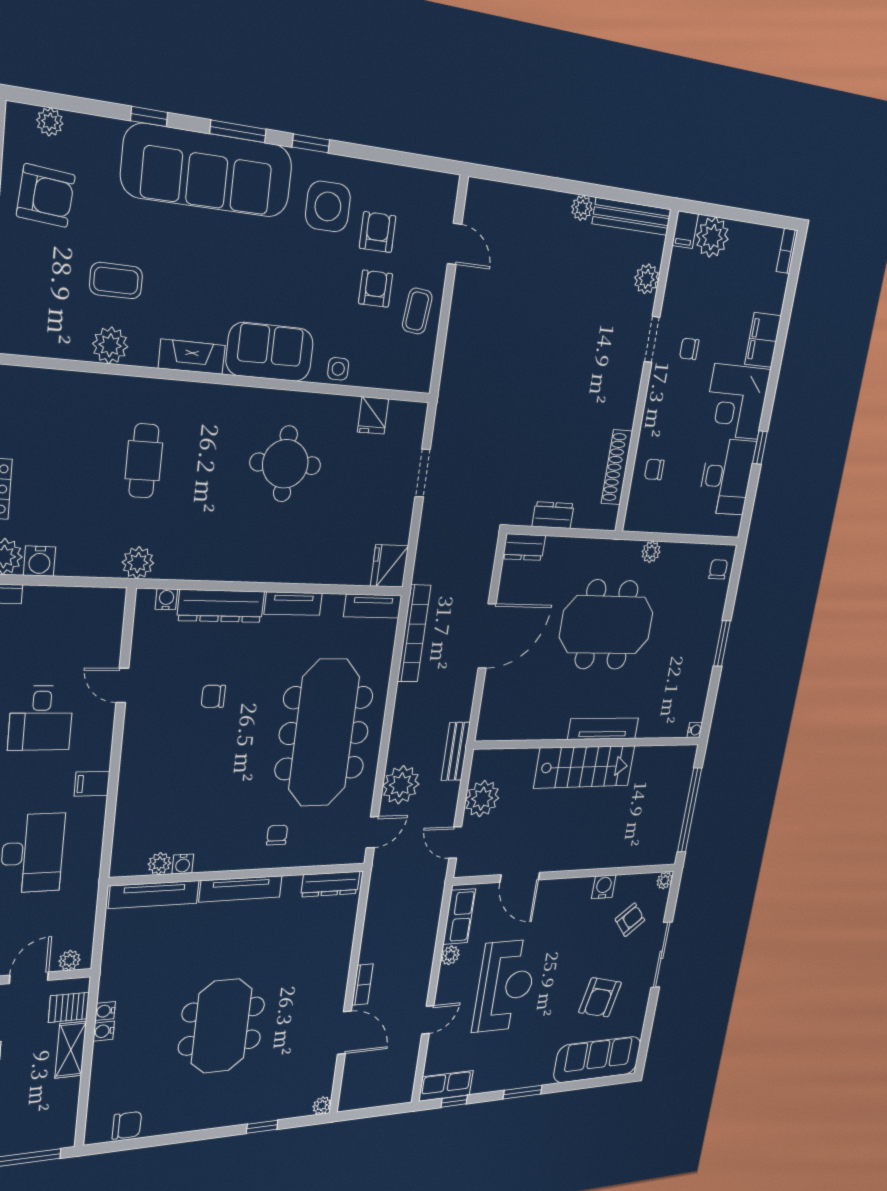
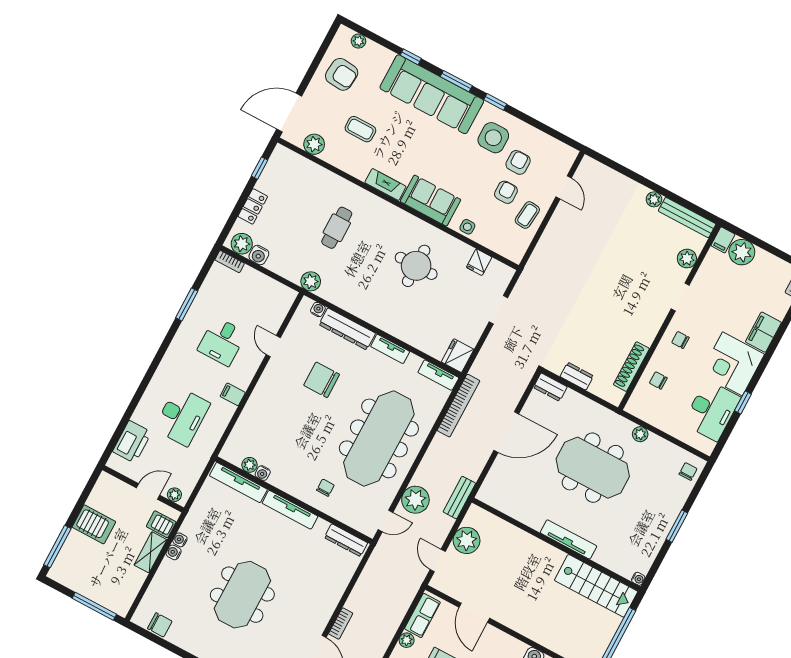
plant: (110, 345) -> (314, 144), moved
chair: (689, 349) -> (680, 340), moved
chair: (213, 696) -> (322, 380), width x1.87, depth x1.87
stairs: (585, 767) -> (596, 586), moved

